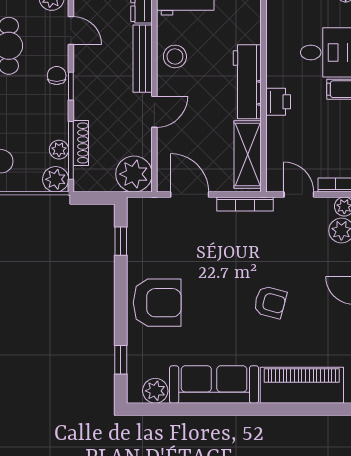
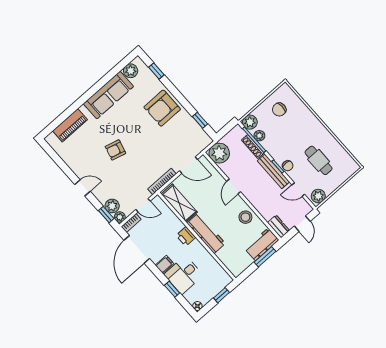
bench: (143, 59) -> (273, 171), moved
piano: (302, 385) -> (70, 125), width x0.73, depth x0.75

